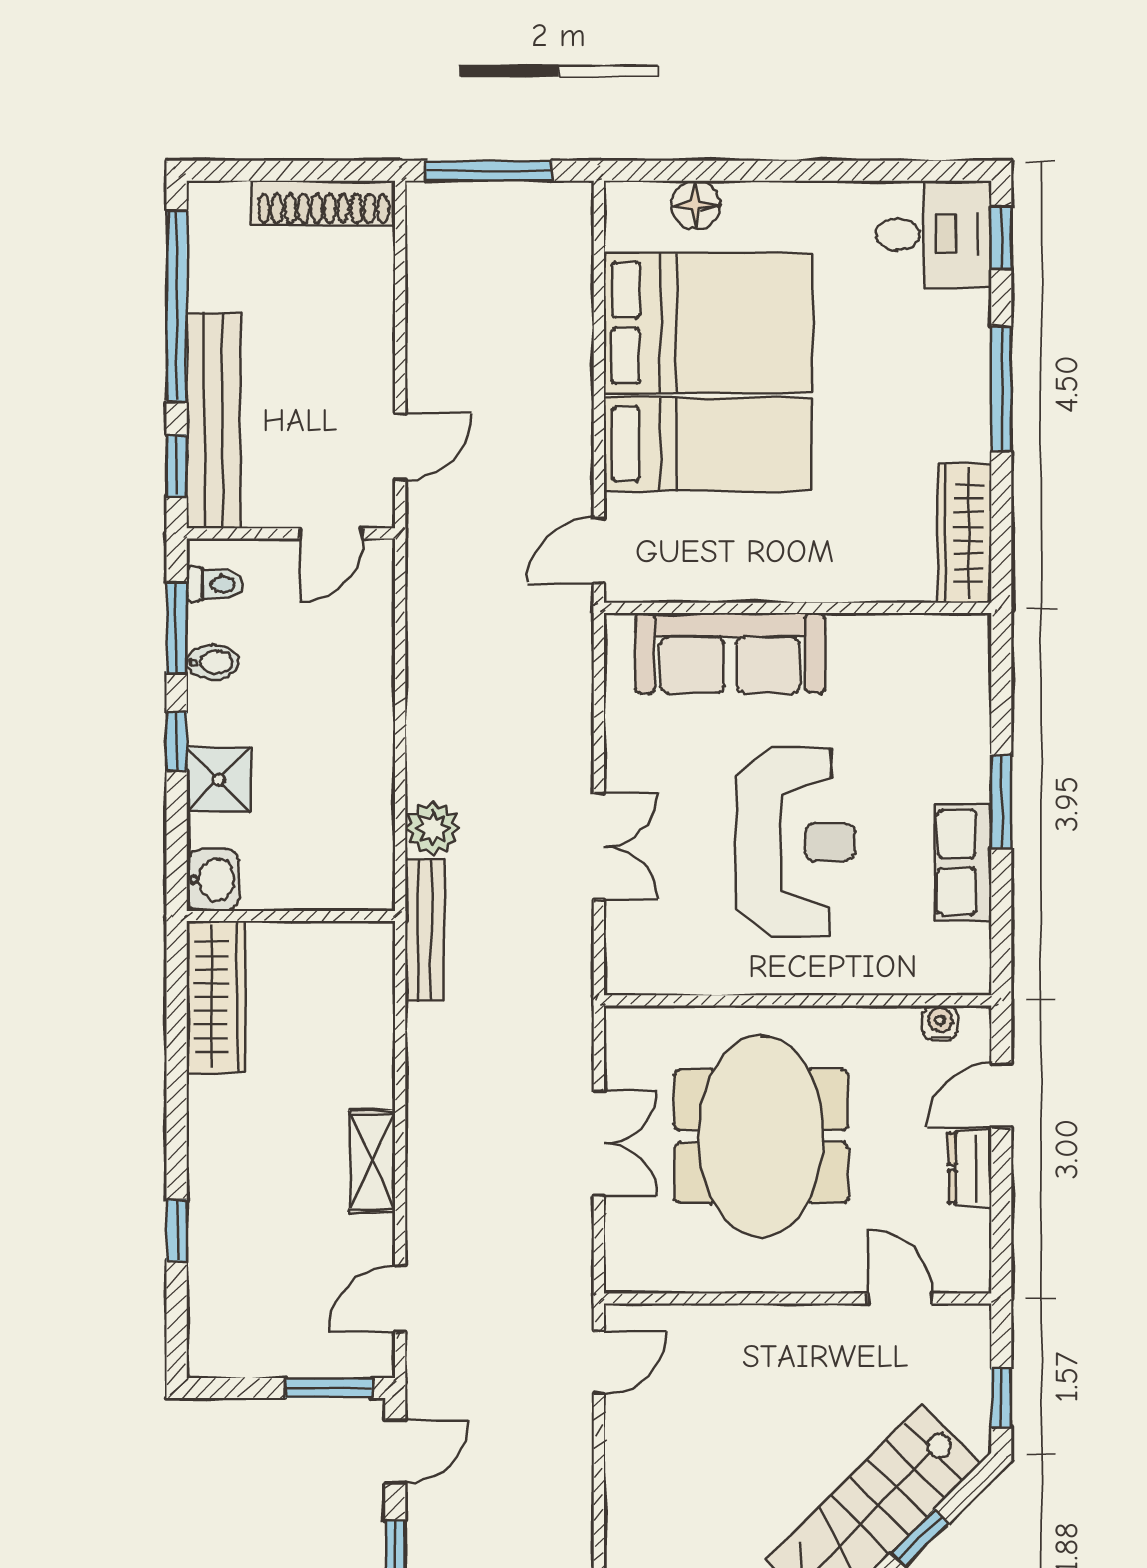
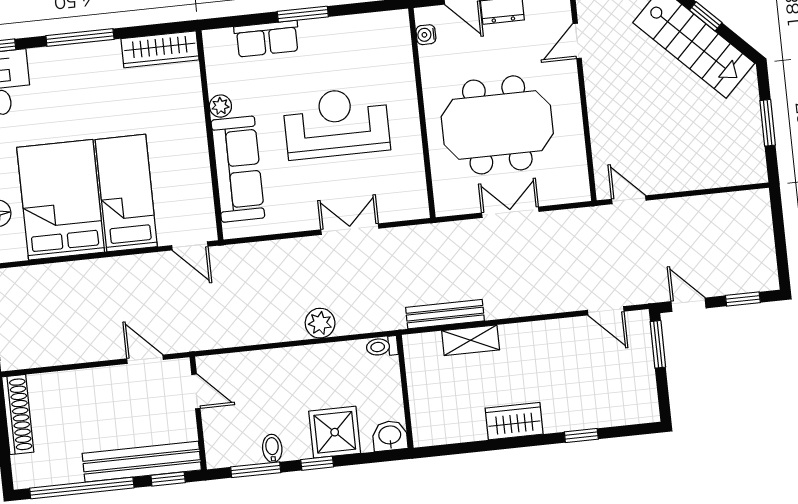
toilet: (215, 584) -> (382, 347), moved, turned -90
plant: (849, 633) -> (220, 106), added
shower: (218, 780) -> (335, 432), width x1.36, depth x1.36
plant: (433, 828) -> (320, 323), moved
row of seats: (963, 863) -> (267, 39), moved
bench: (425, 930) -> (445, 314), moved
wardrobe: (216, 997) -> (514, 421), moved, width x0.67
shelving: (372, 1161) -> (471, 340), moved

